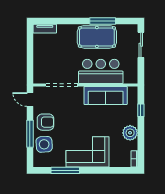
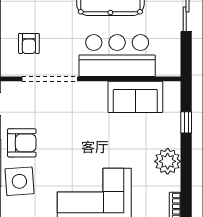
armchair: (50, 64) -> (29, 43), added
sofa: (106, 95) -> (135, 97), width x0.73

